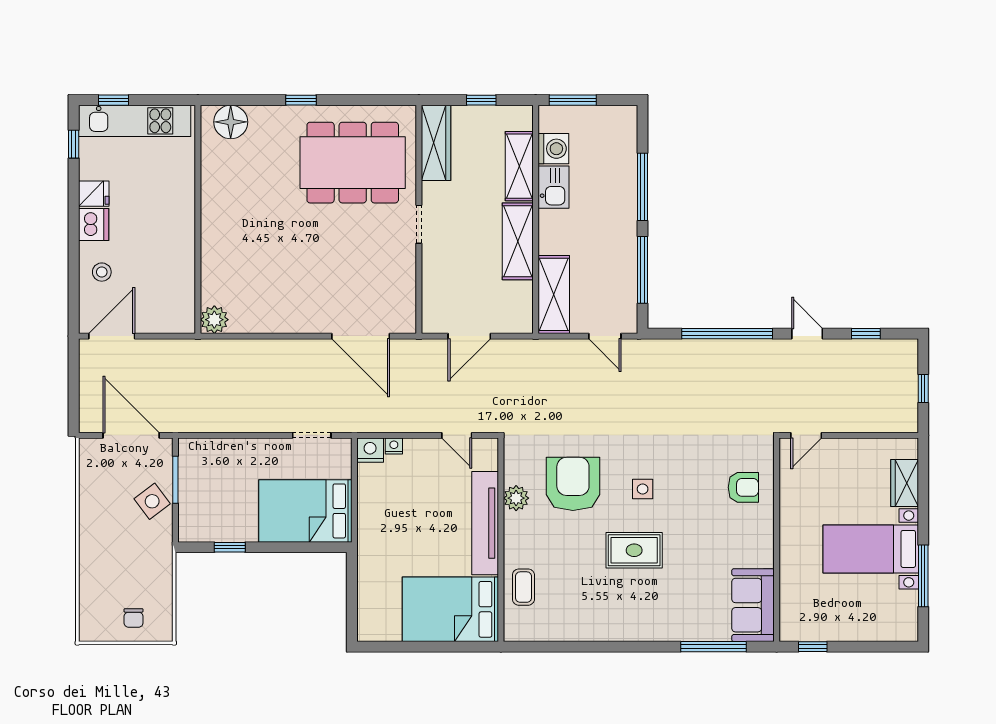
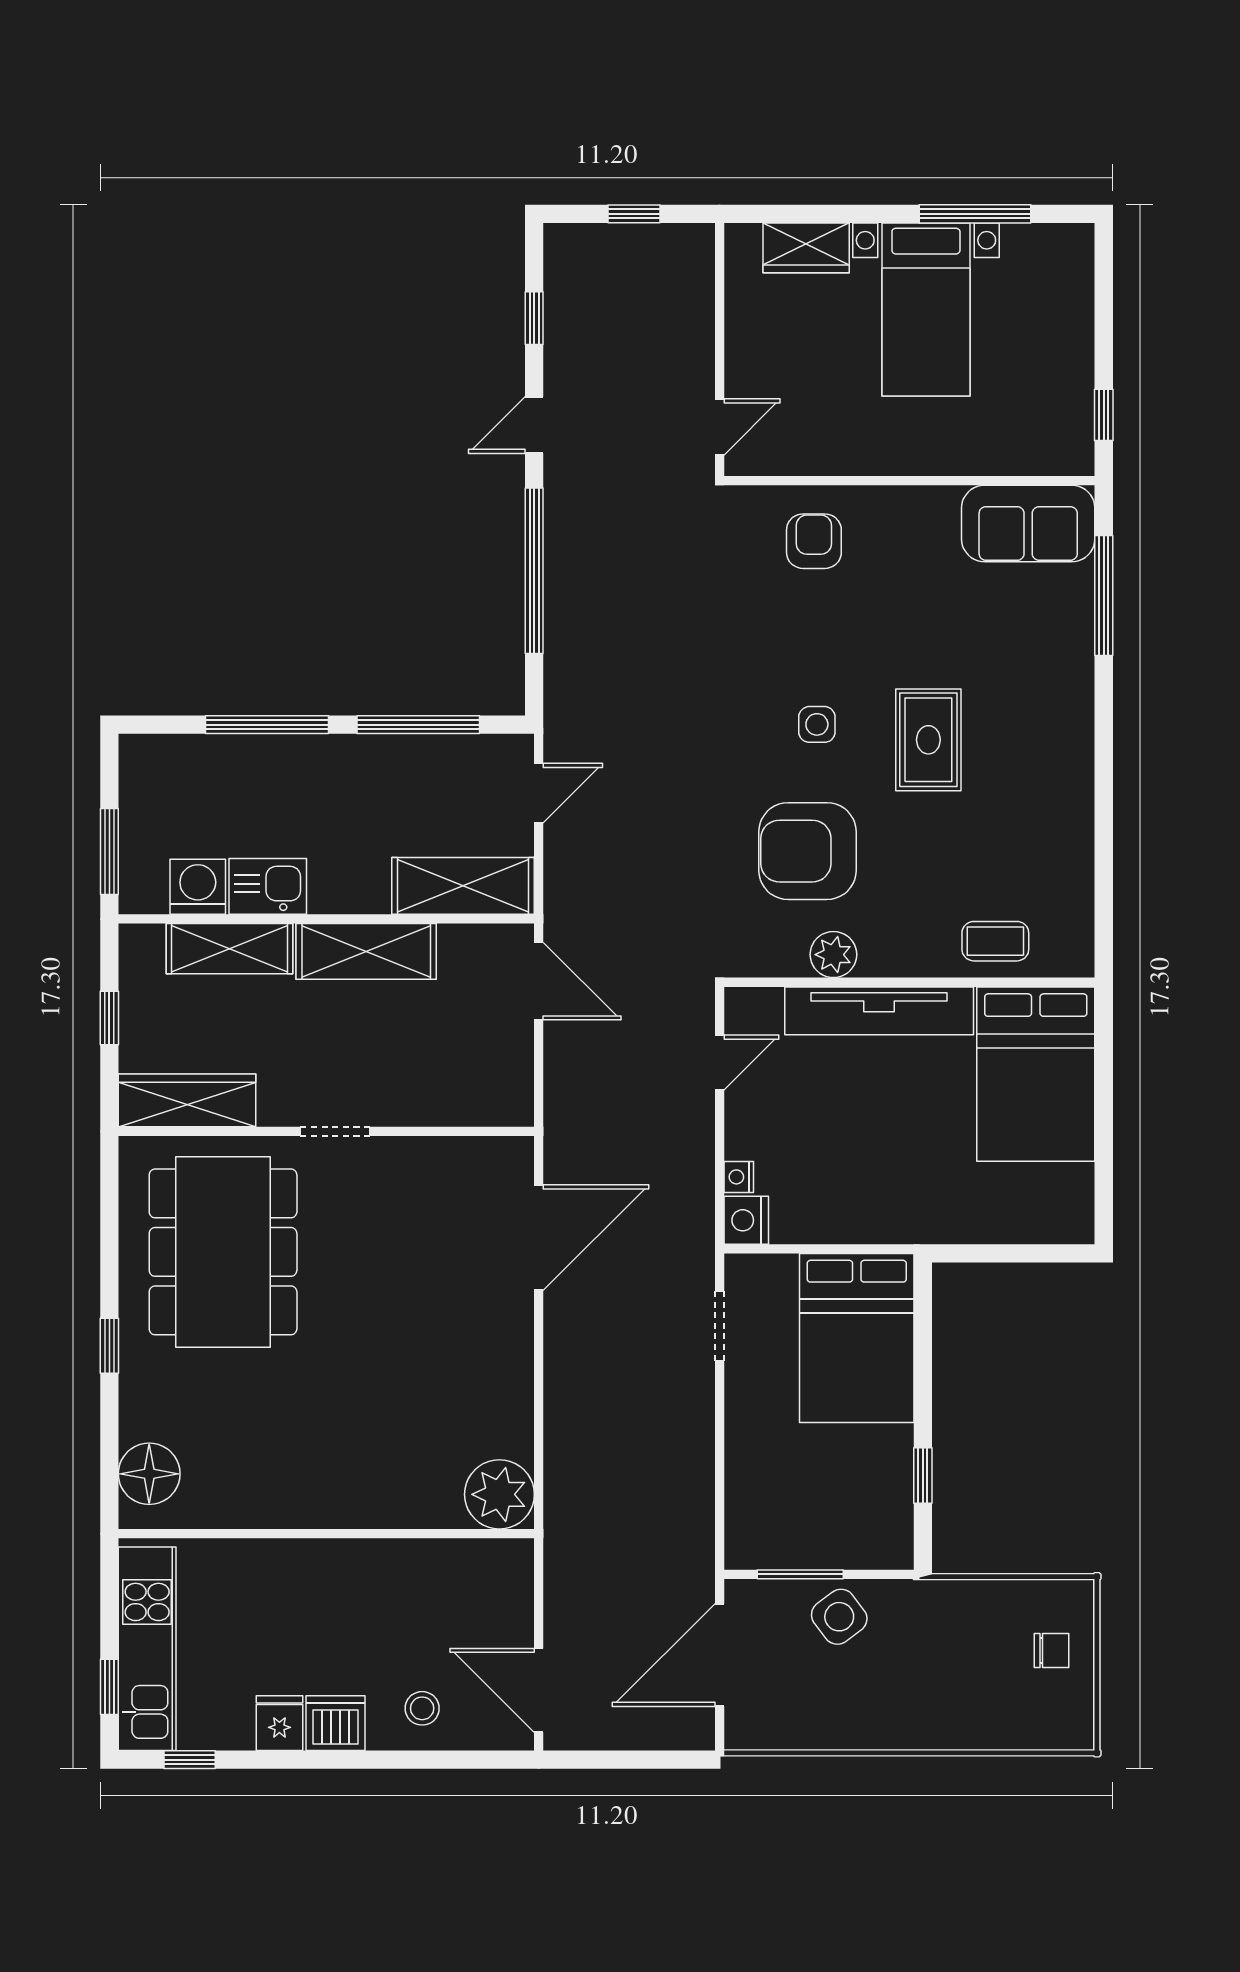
plant: (214, 320) -> (499, 1494), width x1.36, depth x1.36
door: (469, 336) -> (539, 981), moved
door: (806, 435) -> (720, 427), hinge flipped

